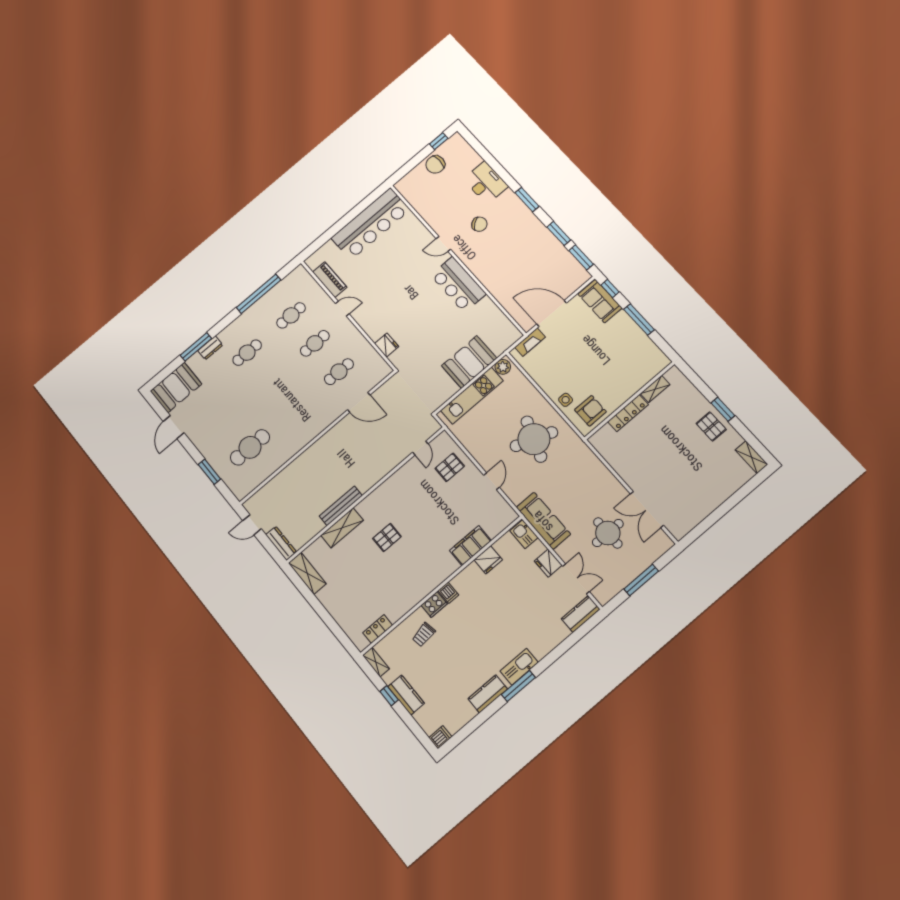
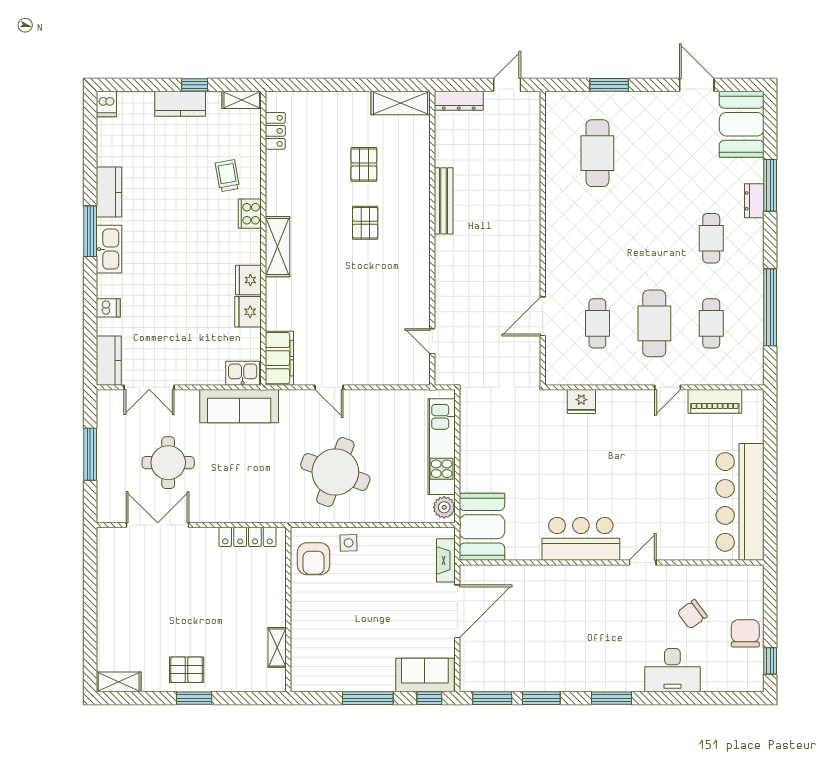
chair: (479, 224) -> (692, 614), moved
cafe table: (315, 343) -> (654, 323), width x1.37, depth x1.35
booth: (469, 362) -> (482, 527), moved
locker: (628, 413) -> (247, 537), moved, turned -90
pallet: (450, 467) -> (364, 164), moved
shelving: (342, 528) -> (277, 247), moved
filing cabinet: (470, 546) -> (279, 358), moved
fridge: (548, 563) -> (248, 280), moved, turned -90
dishwasher: (448, 593) -> (108, 308), moved, turned 180

